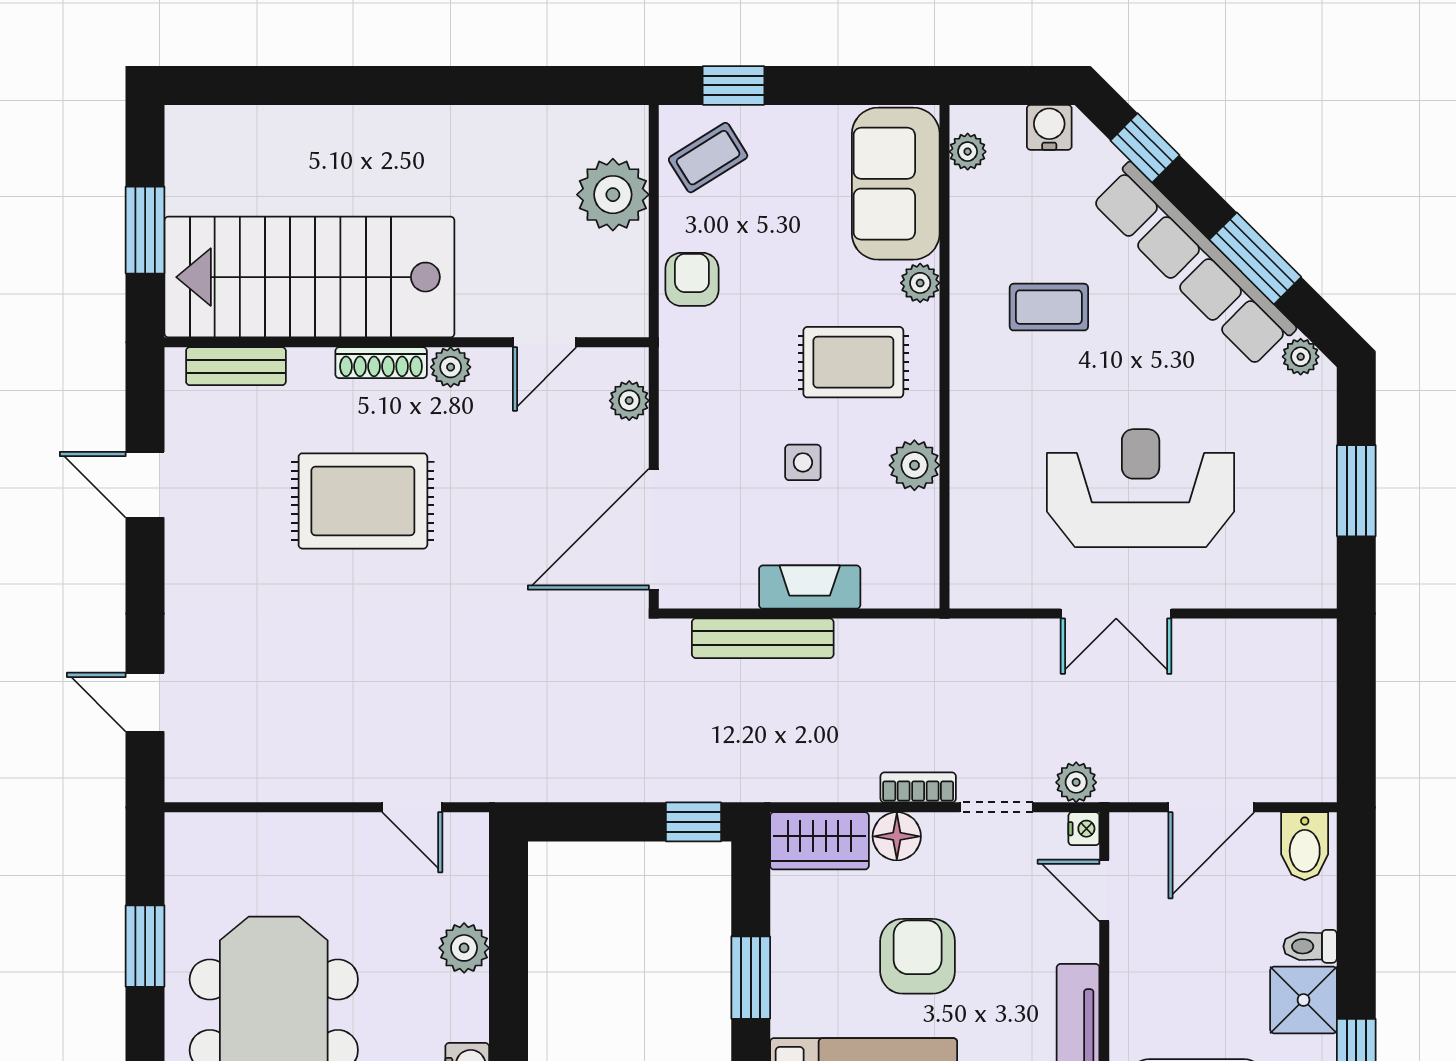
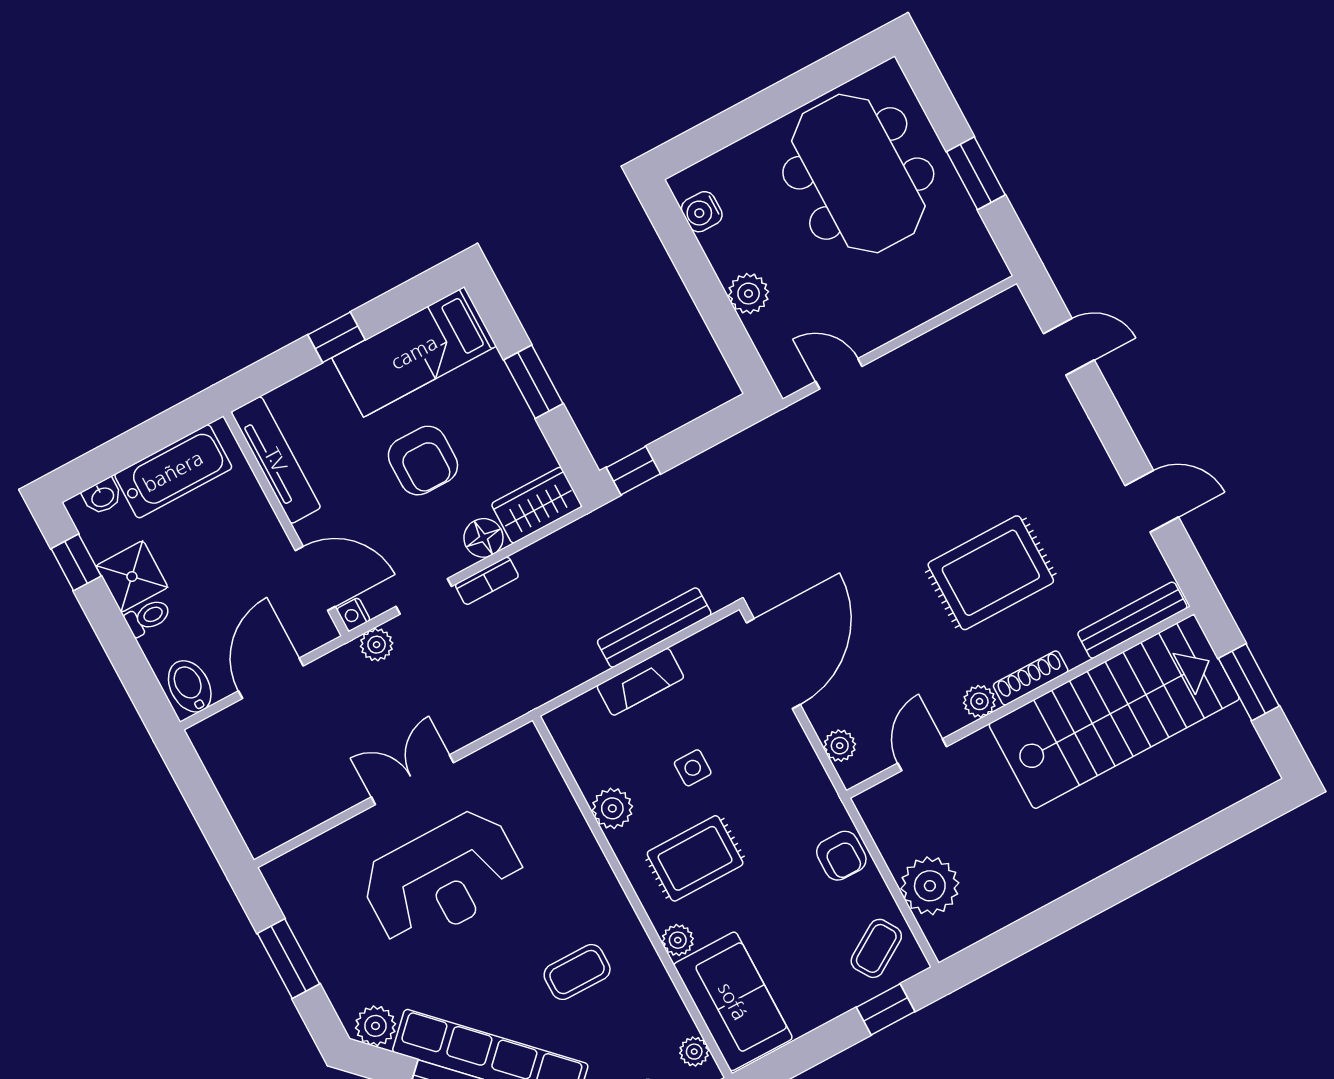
plant: (1301, 357) -> (375, 1026), width x1.38, depth x1.38
bench: (236, 366) -> (1132, 620), width x1.36
door: (1104, 890) -> (315, 578), width x1.38

